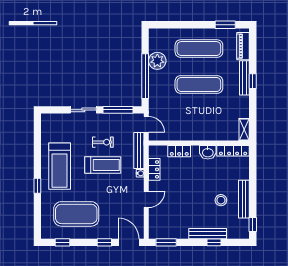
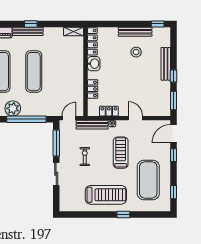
treadmill: (103, 165) -> (121, 153), moved
window: (214, 242) -> (173, 76), moved

